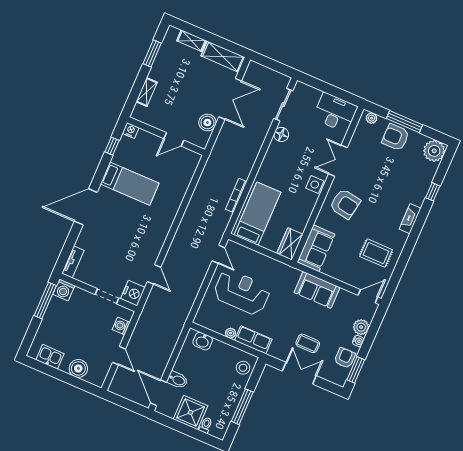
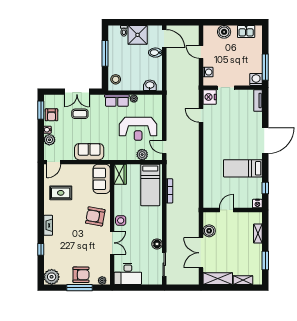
plant: (251, 257) -> (142, 155), added

